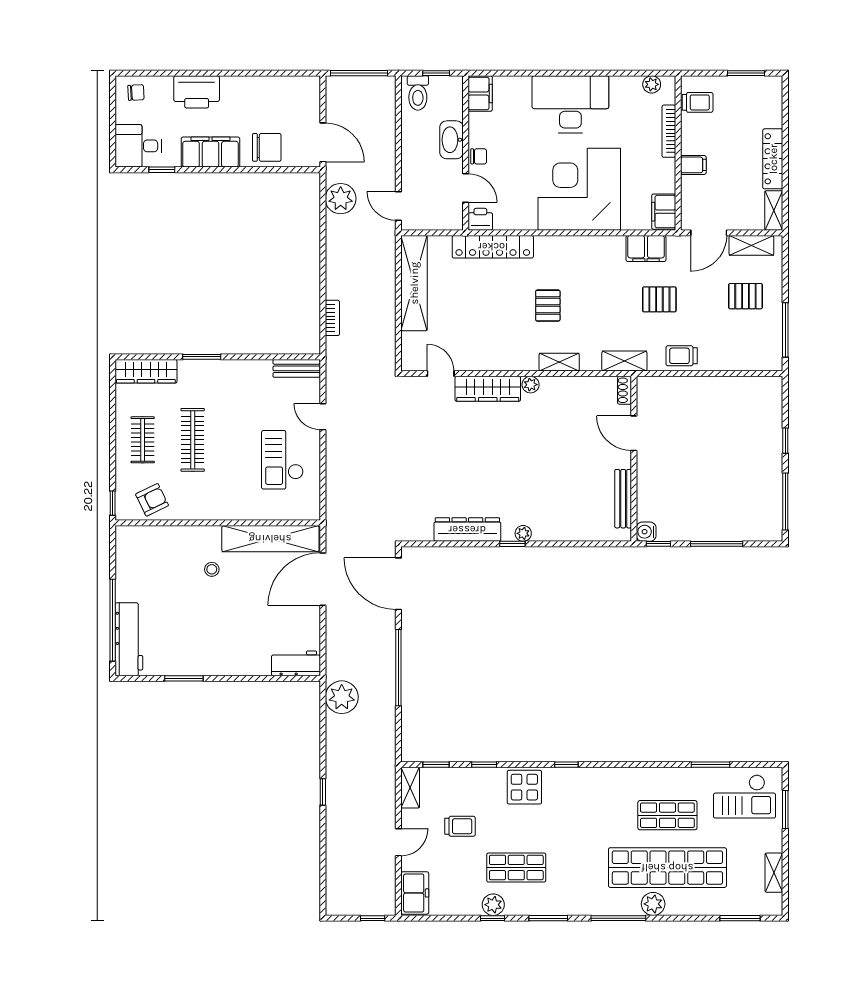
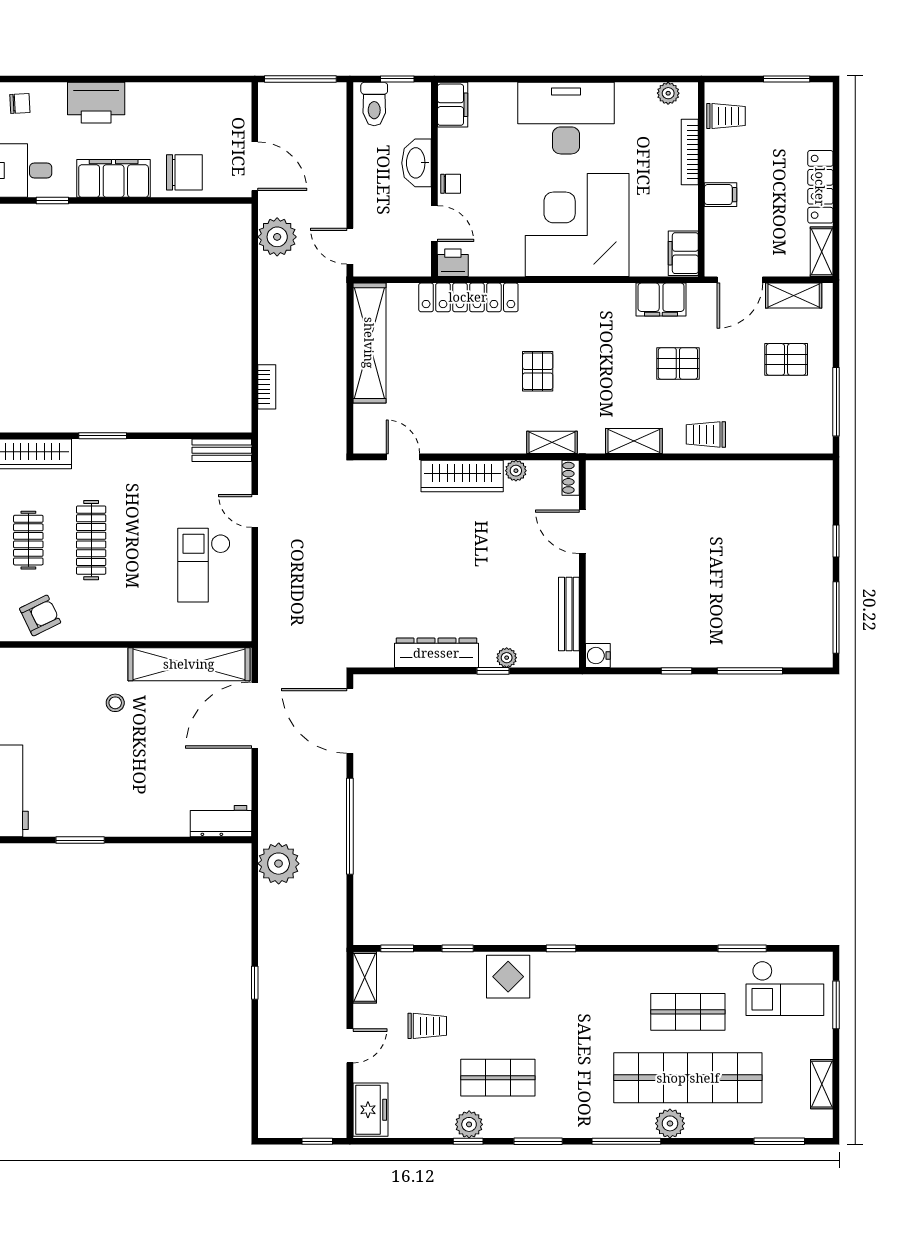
shoe rack: (625, 390) -> (571, 478), moved
door: (634, 433) -> (582, 532), moved
wall: (634, 459) -> (582, 564), moved
bench: (623, 499) -> (569, 614), moved
water cooler: (646, 532) -> (598, 656), moved

